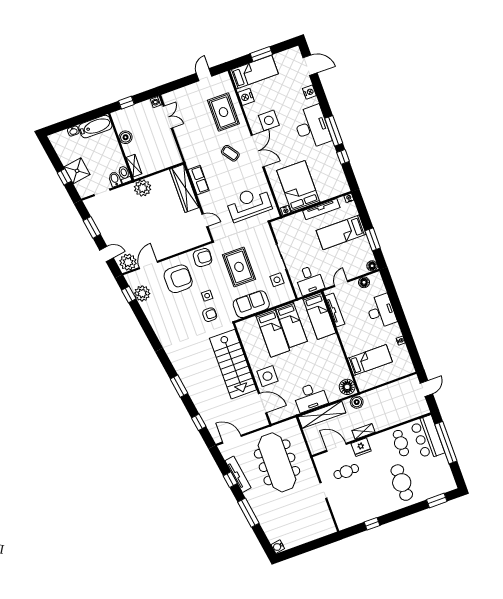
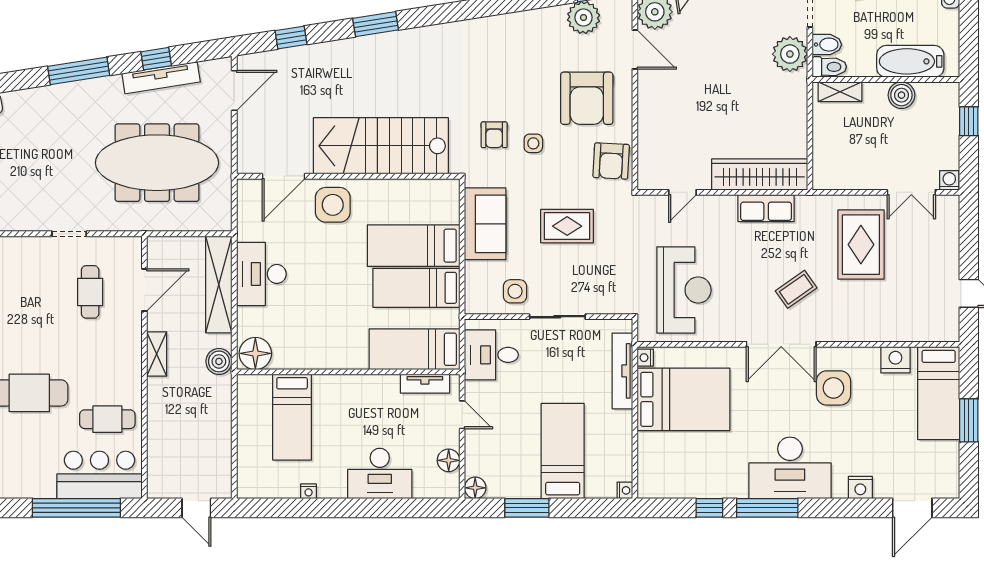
rug: (223, 112) -> (861, 245), moved, turned 90
bathtub: (95, 127) -> (910, 61), moved, turned 90
plant: (143, 188) -> (790, 54), moved
tv unit: (321, 209) -> (622, 371), moved
rug: (239, 267) -> (567, 226), width x0.73, depth x0.70
tv unit: (335, 310) -> (425, 384), width x0.71
fridge: (361, 447) -> (127, 338), removed

